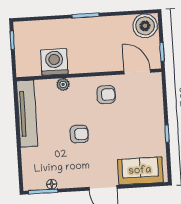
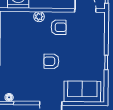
plant: (63, 84) -> (39, 17), moved
armchair: (79, 134) -> (51, 61), moved, turned 180

